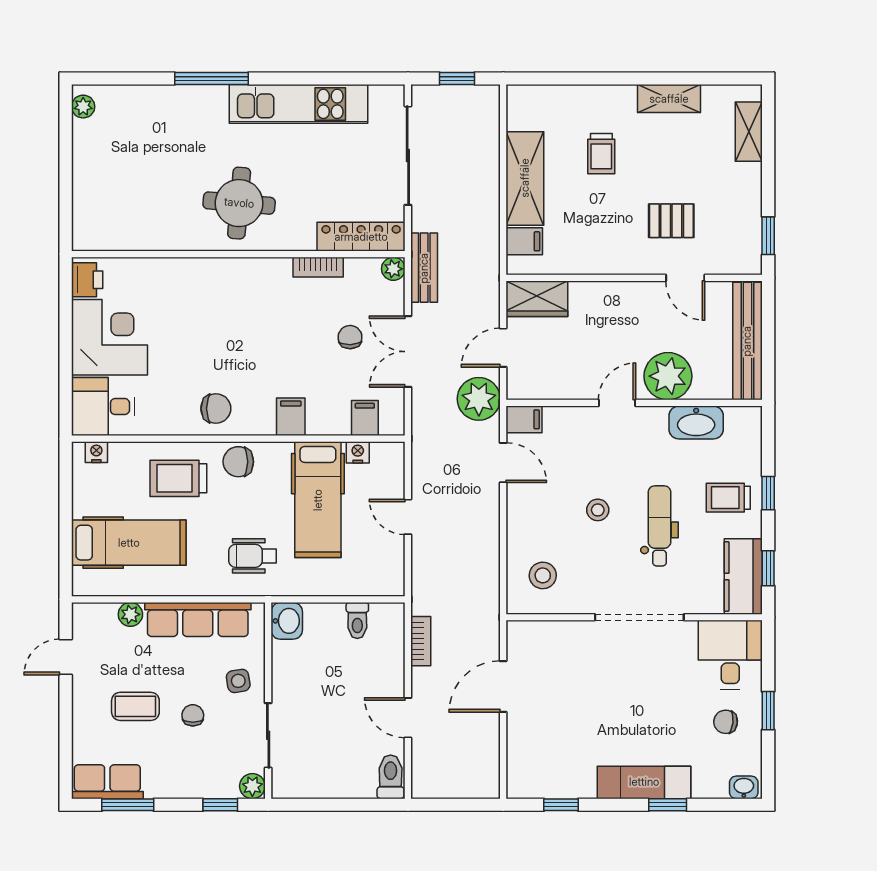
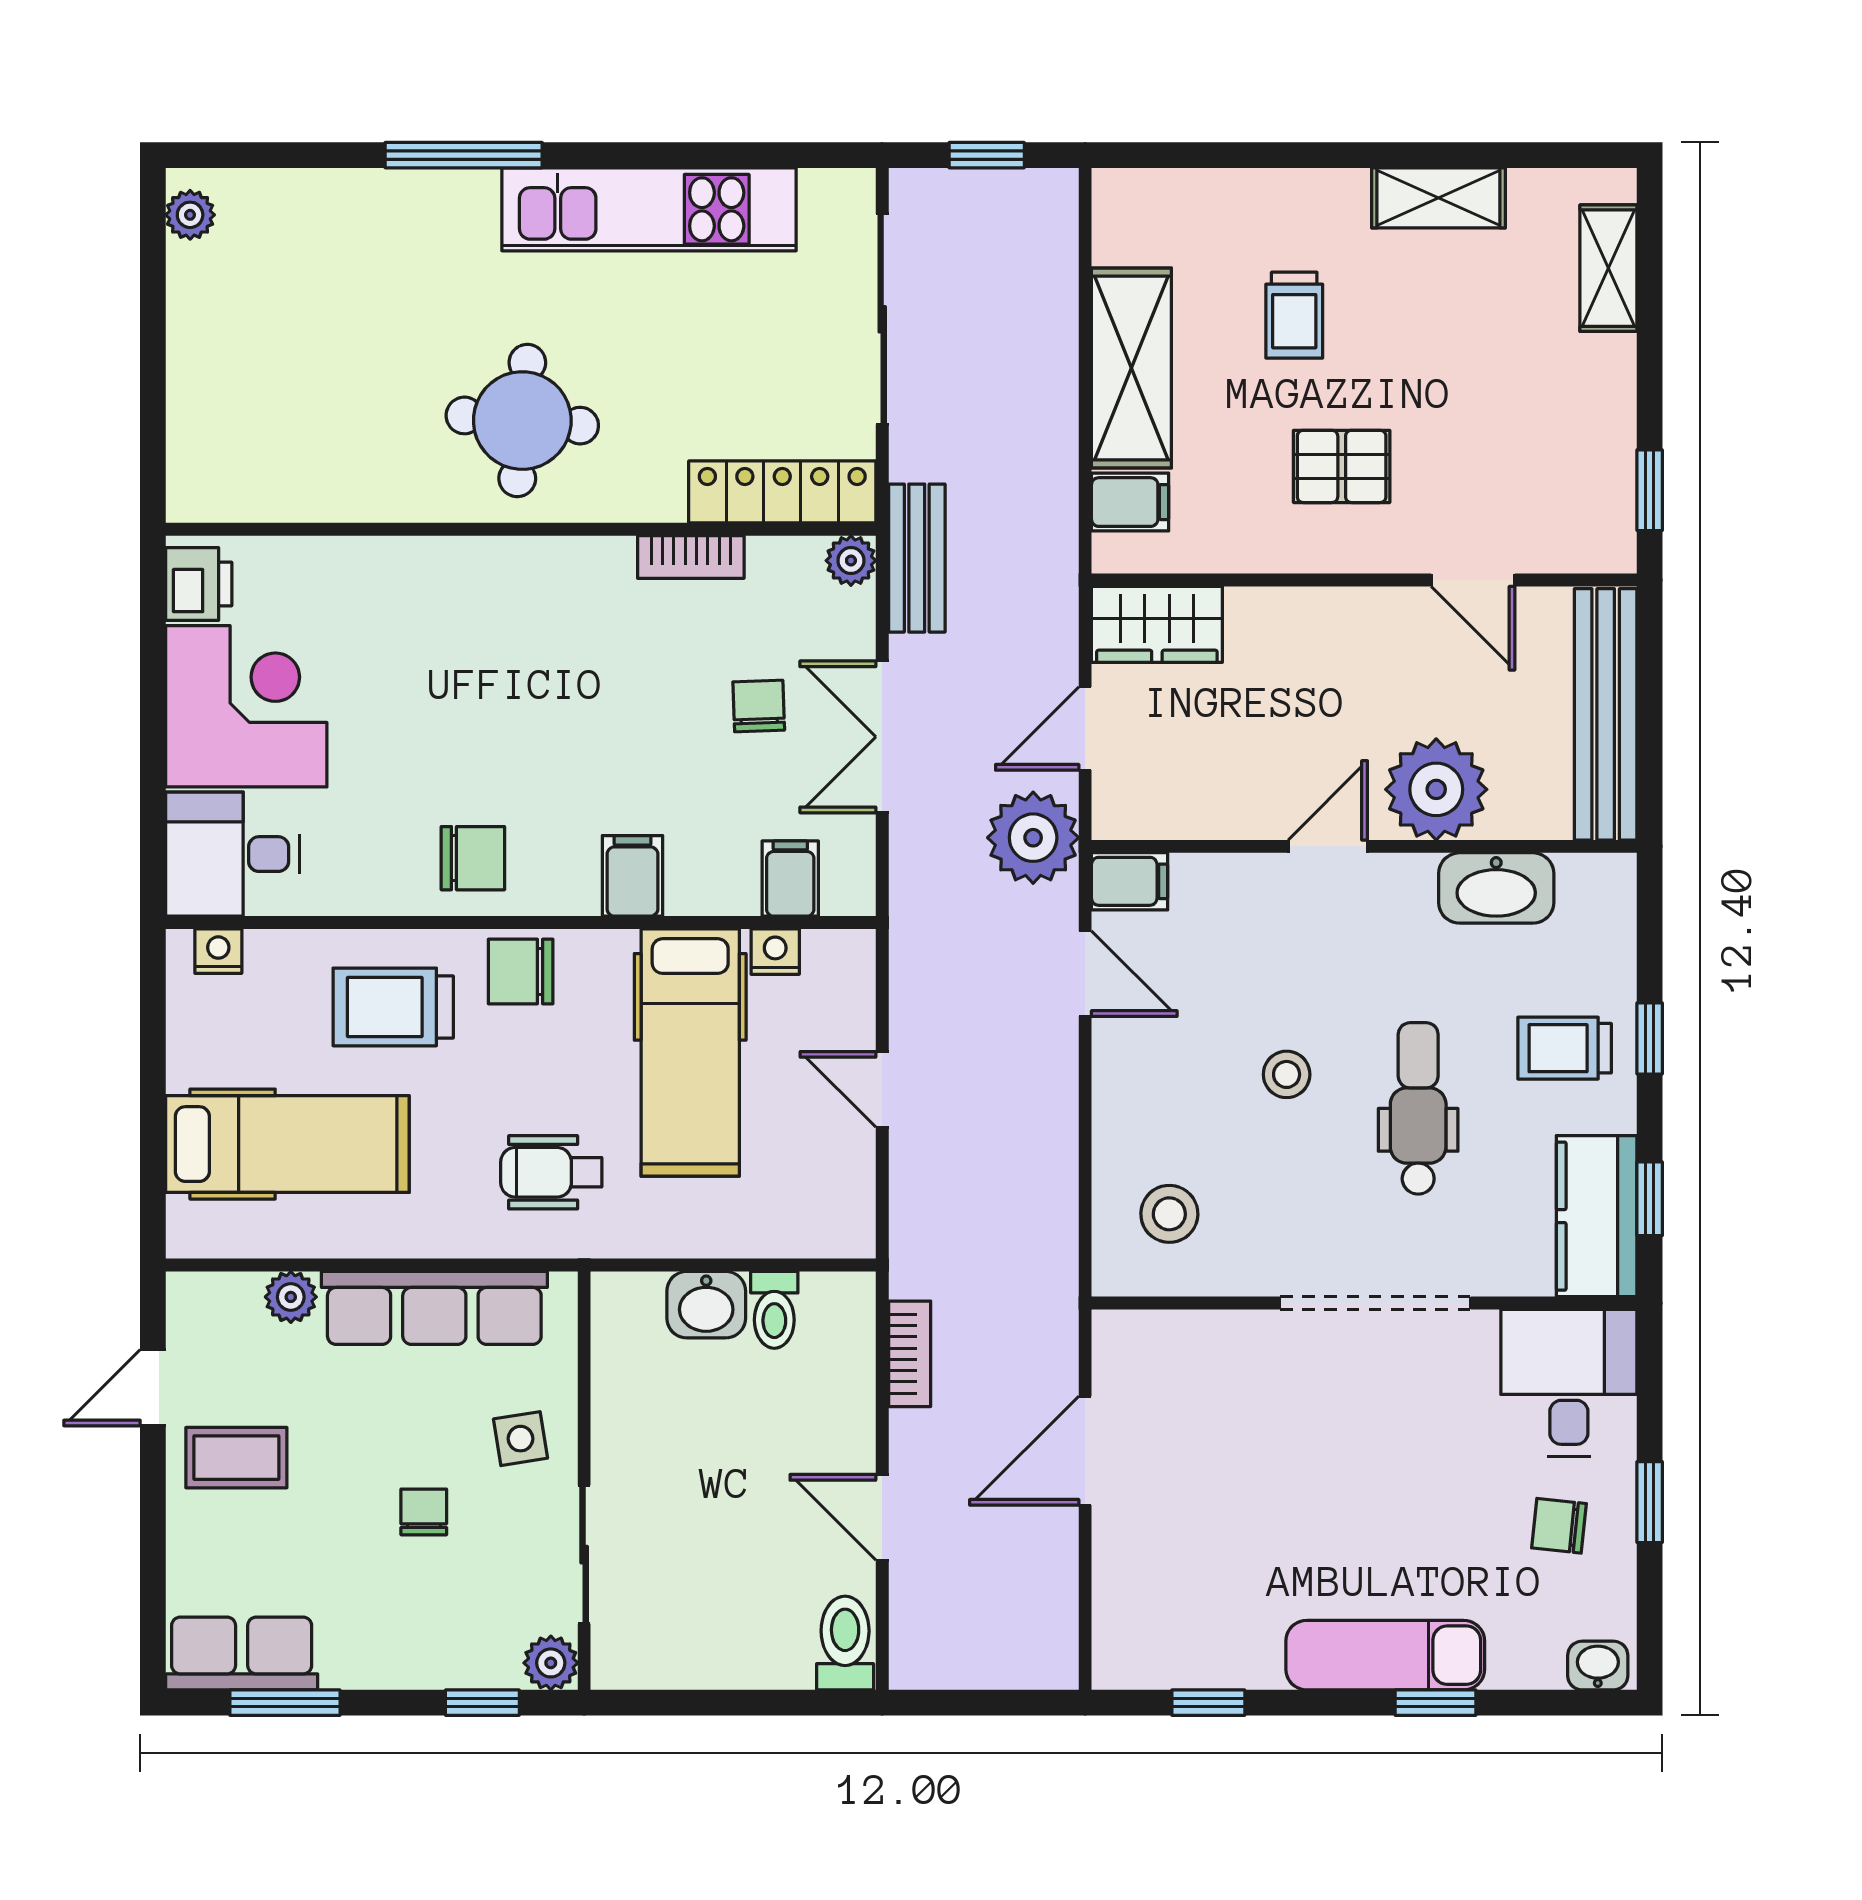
pallet: (671, 221) -> (1342, 466), moved
washbasin: (287, 621) -> (706, 1305), moved, turned 90
coffee table: (135, 706) -> (236, 1458), moved

